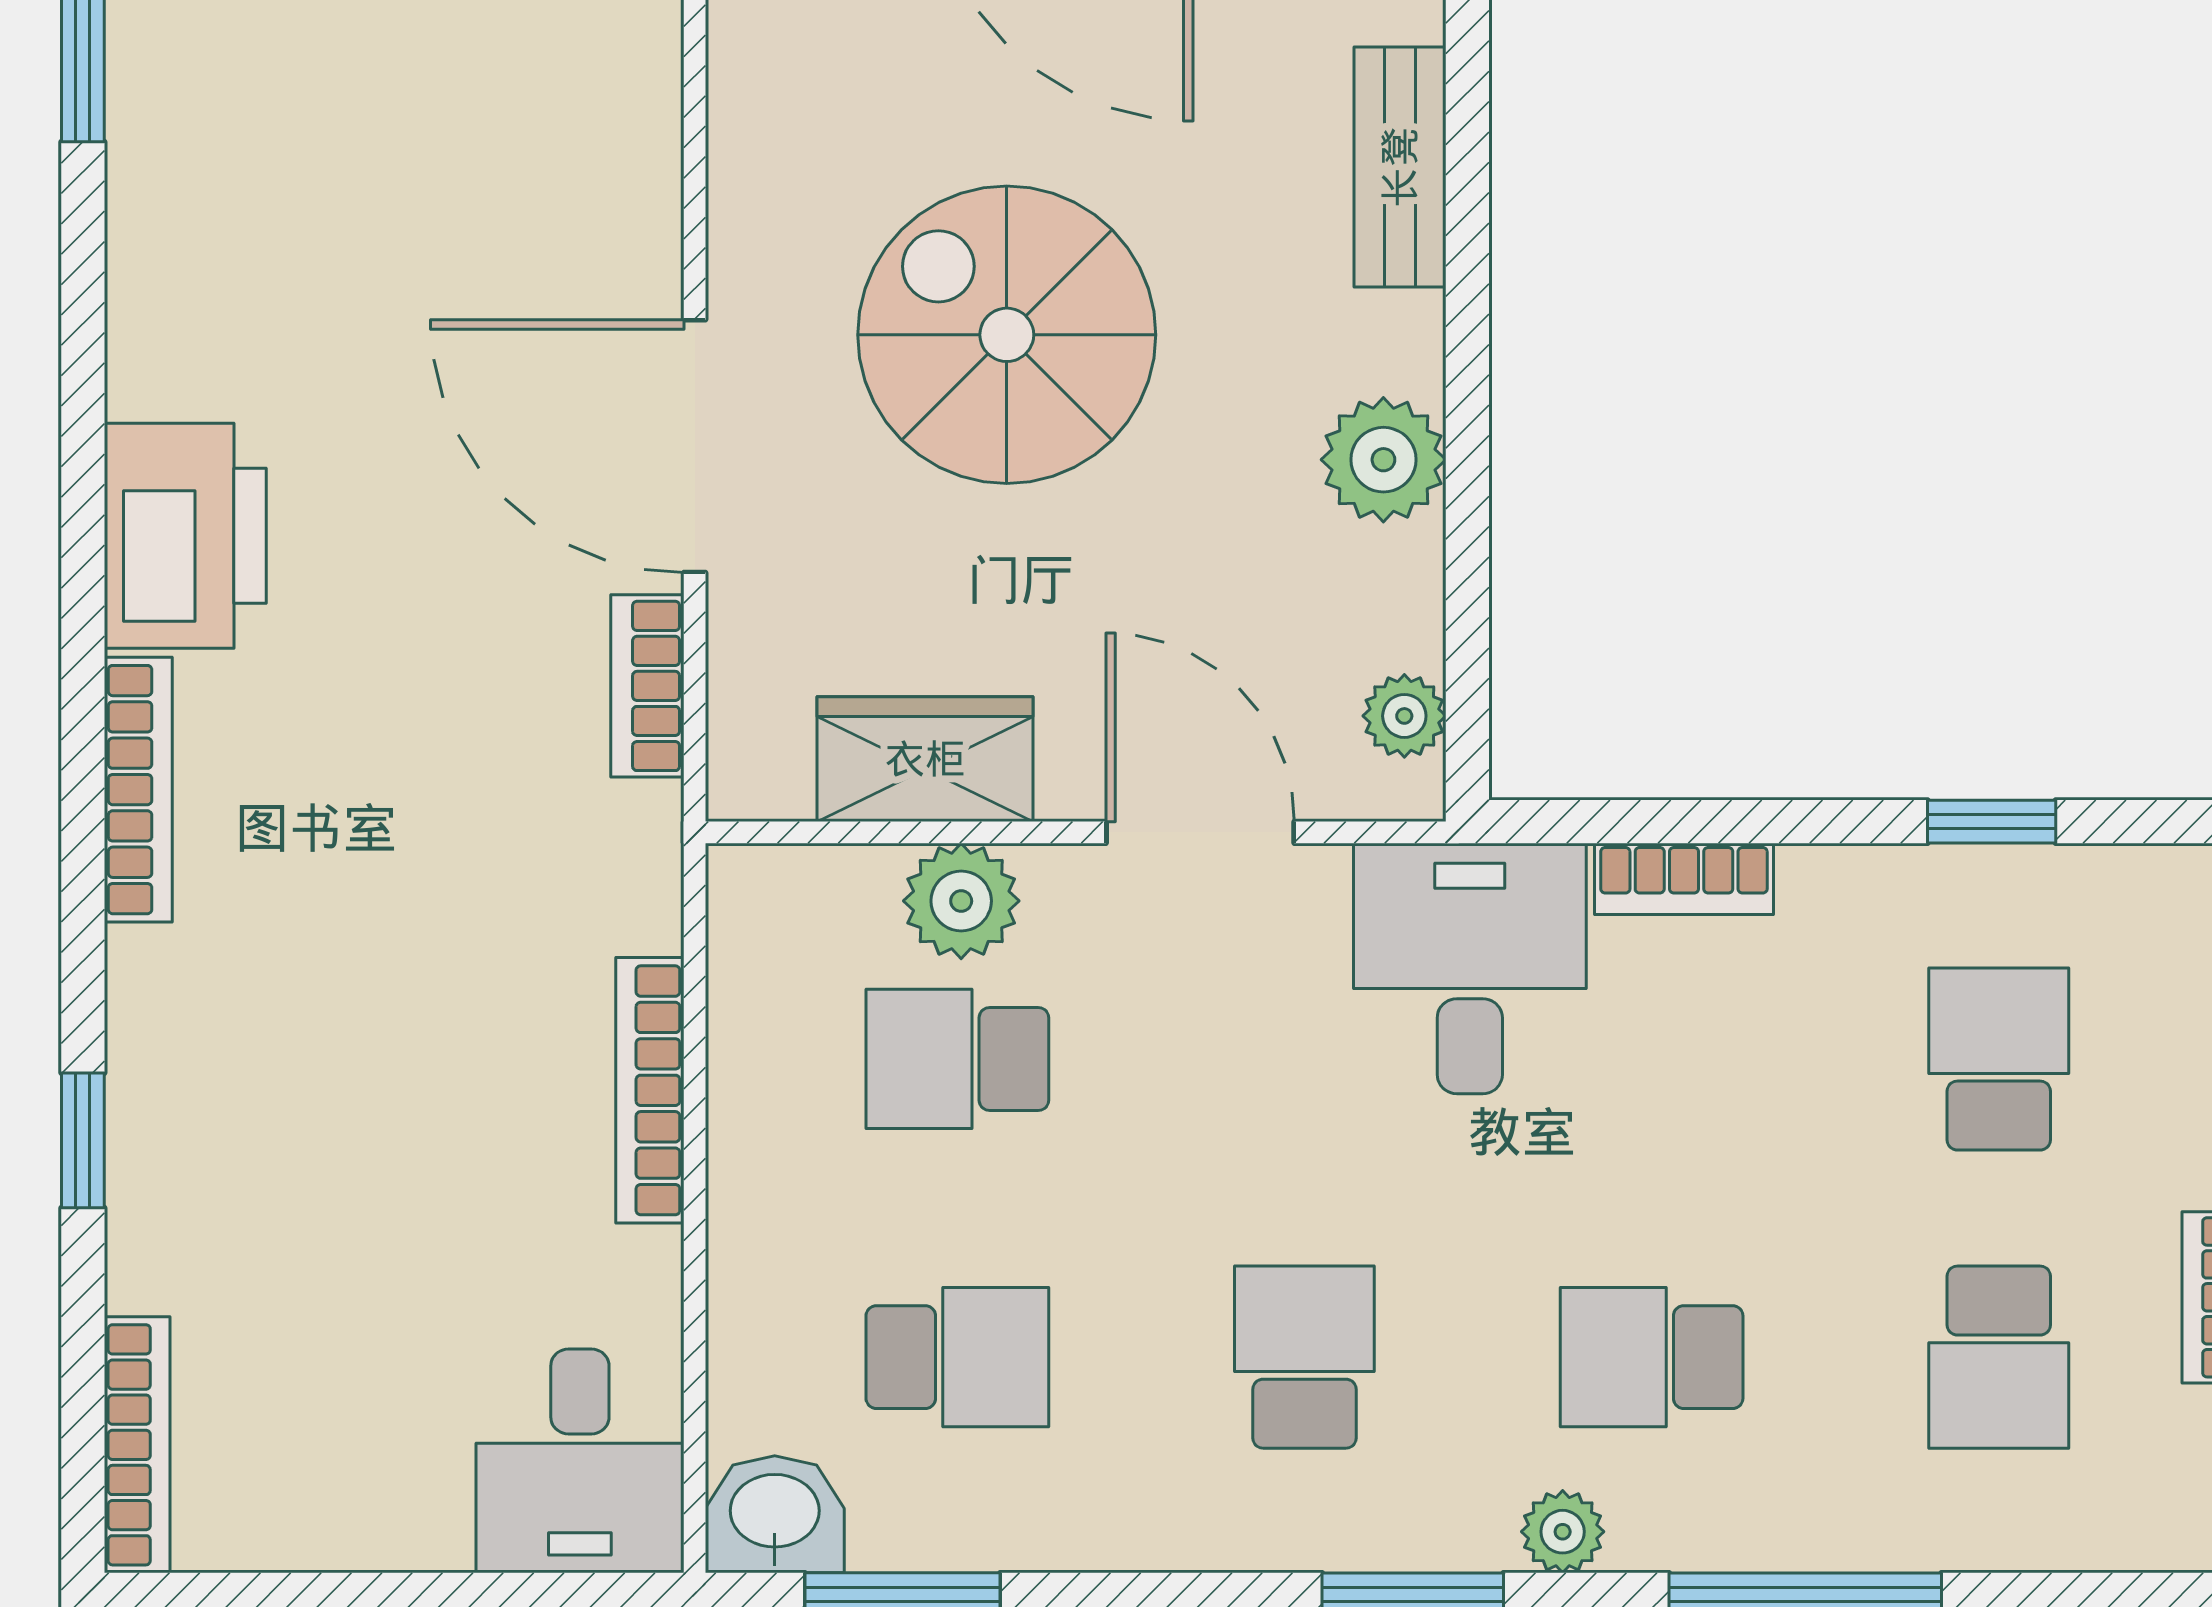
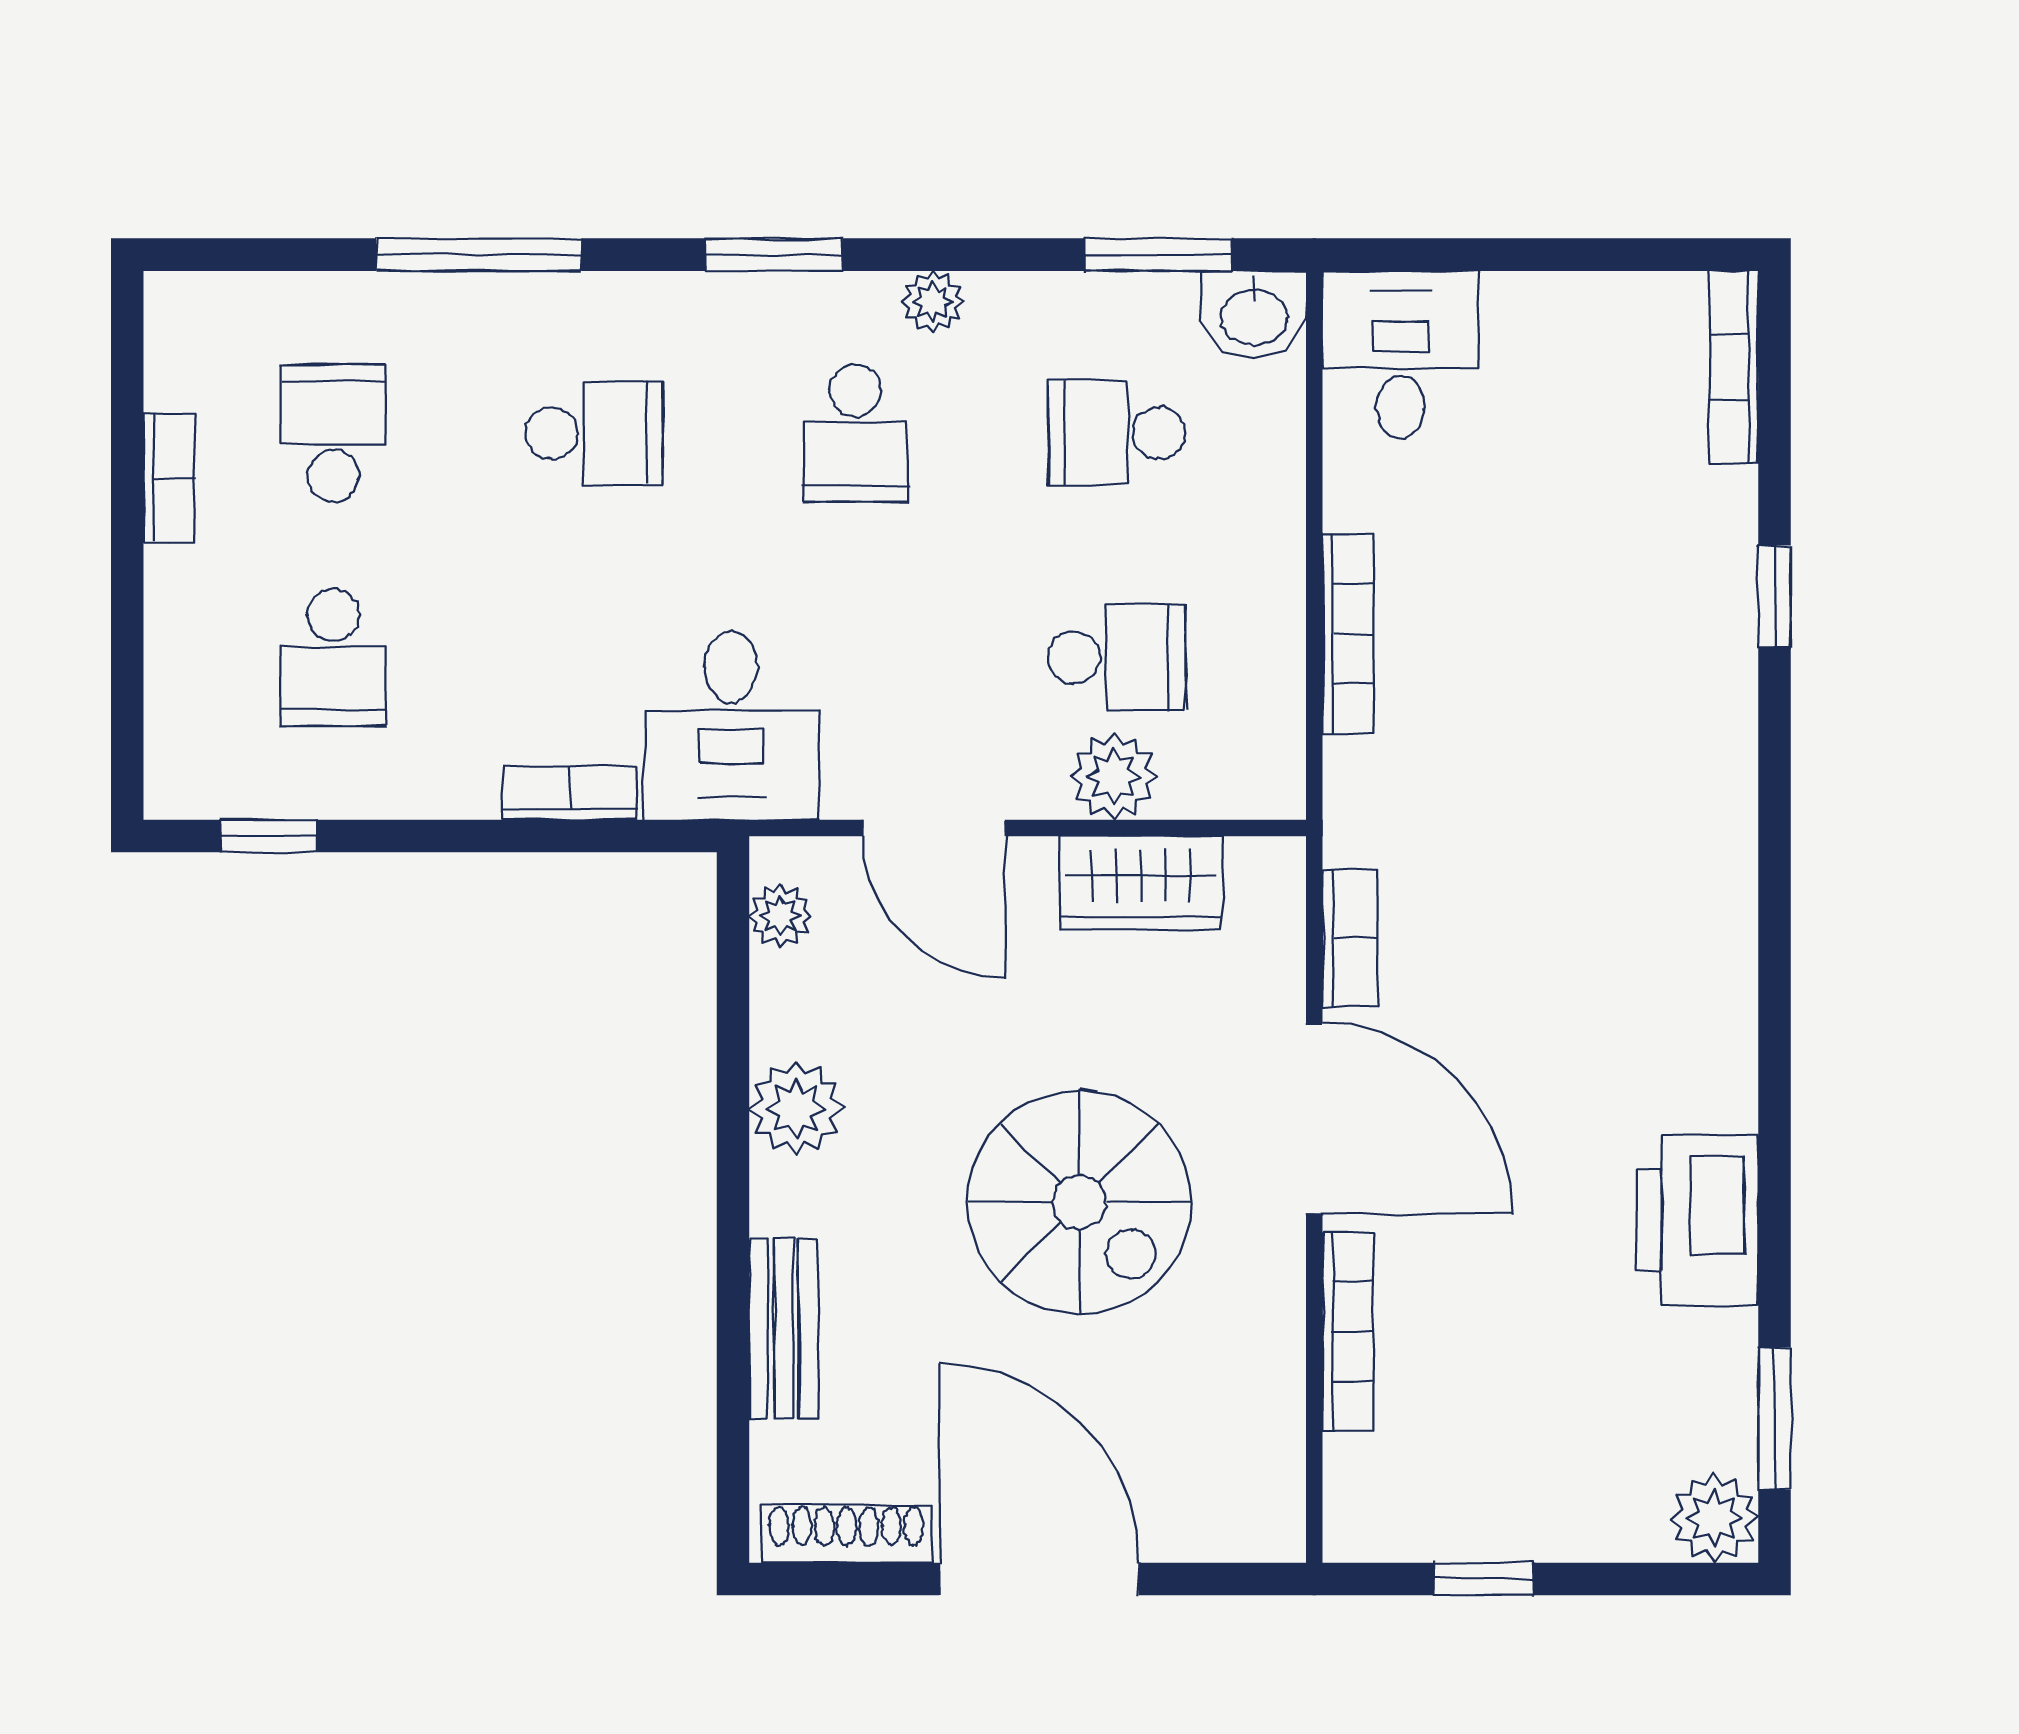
printer: (185, 536) -> (1697, 1220), moved
bookcase: (138, 790) -> (1348, 1331), moved, turned 180
window: (1992, 822) -> (269, 836), moved
plant: (1563, 1532) -> (933, 302), moved

